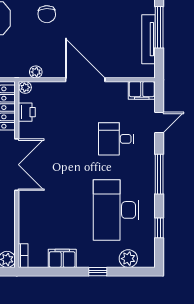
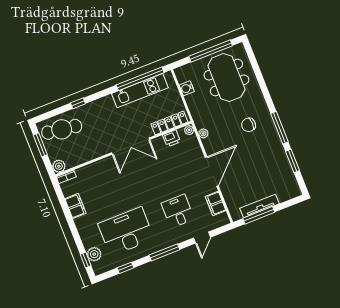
window: (159, 27) -> (259, 215), moved
filing cabinet: (142, 90) -> (216, 204), moved
door: (159, 122) -> (202, 238), hinge flipped
window: (98, 272) -> (86, 260), moved

